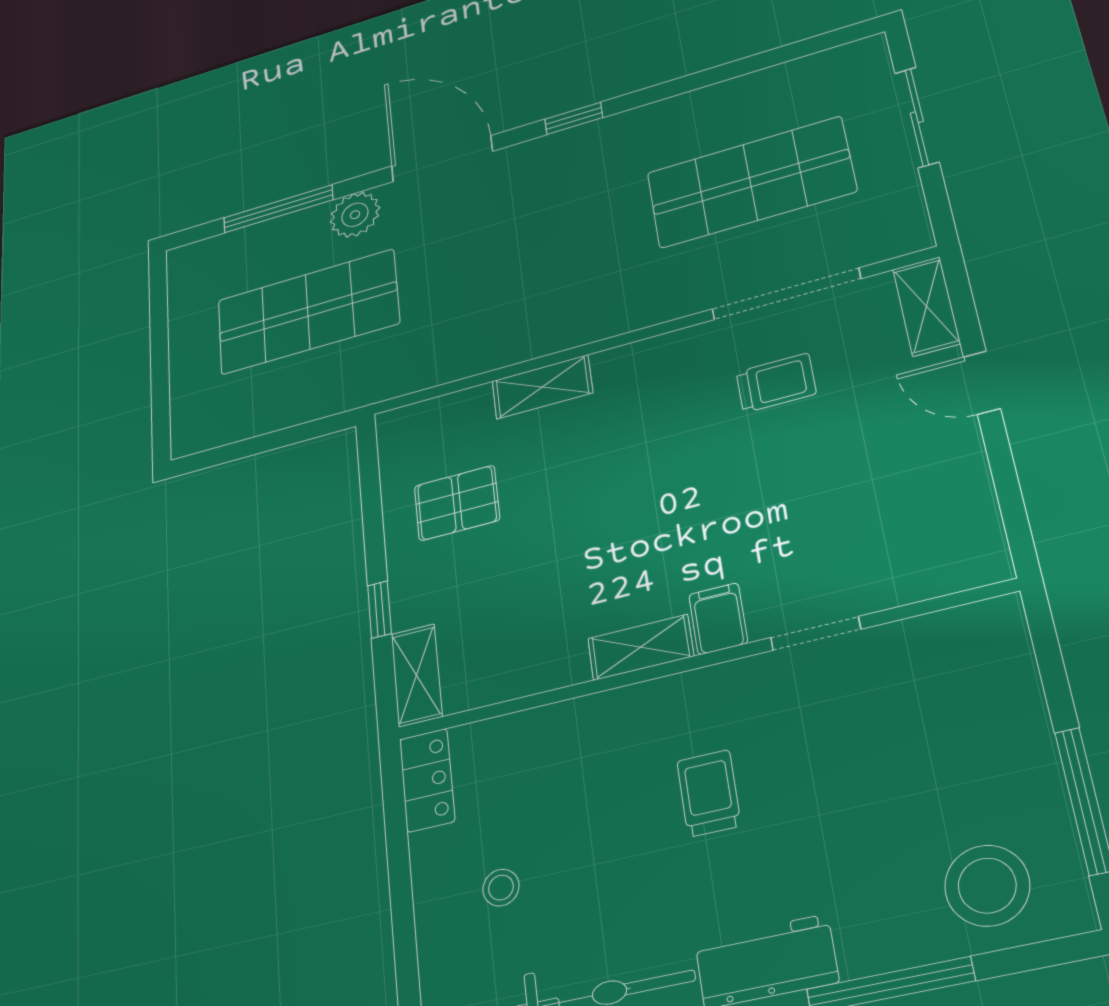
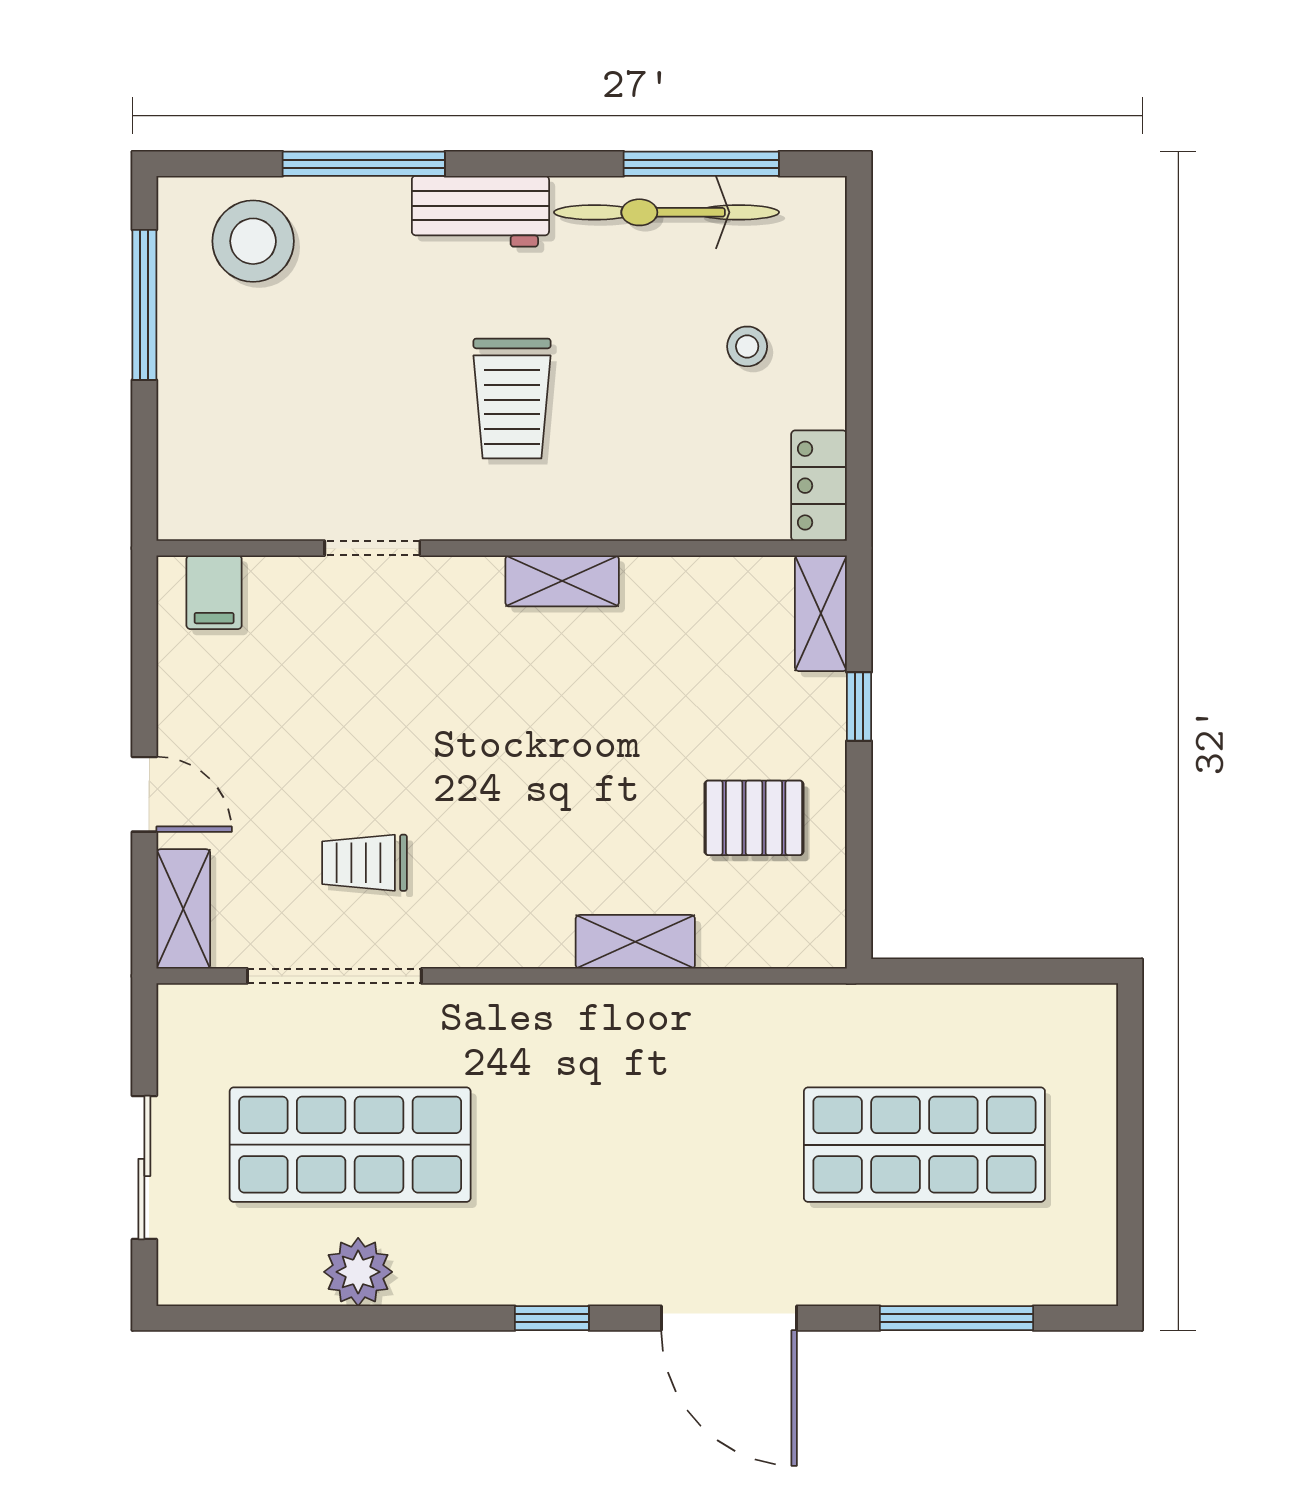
plant: (355, 215) -> (358, 1272), moved
filing cabinet: (718, 619) -> (214, 592), moved
trolley: (709, 793) -> (512, 399), width x1.36, depth x1.39

